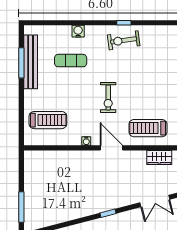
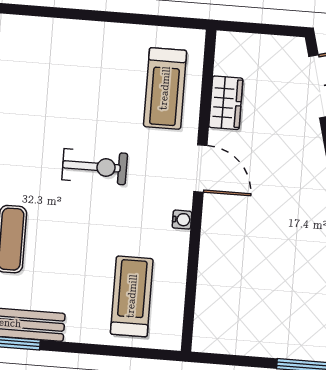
door: (111, 148) -> (200, 168), swing flipped
wardrobe: (159, 157) -> (226, 103), moved

